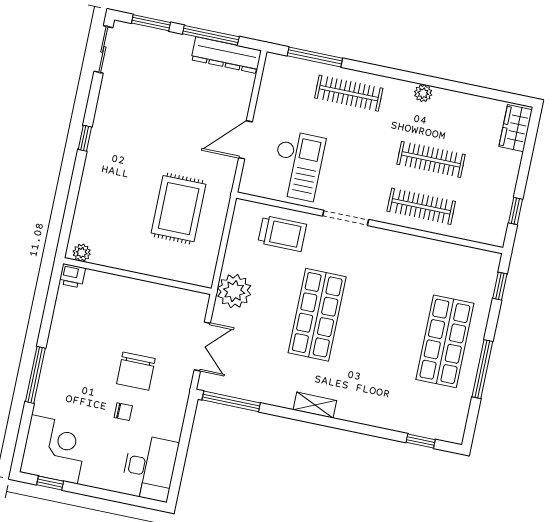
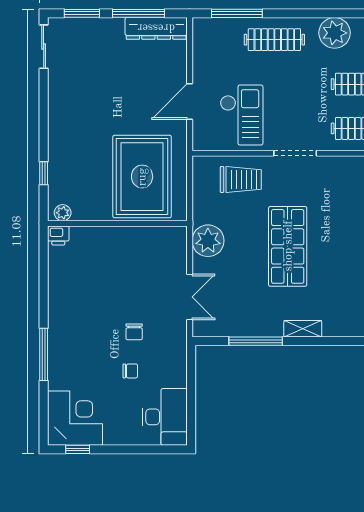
plant: (423, 93) -> (335, 33), width x1.87, depth x1.87
window: (85, 138) -> (44, 173), moved
rug: (179, 209) -> (142, 177), width x1.37, depth x1.44
plant: (82, 253) -> (63, 213), moved
printer: (72, 276) -> (58, 235), moved
wall: (137, 276) -> (117, 223), moved
chair: (136, 371) -> (134, 332), width x0.54, depth x0.54
window: (231, 401) -> (256, 341), moved

